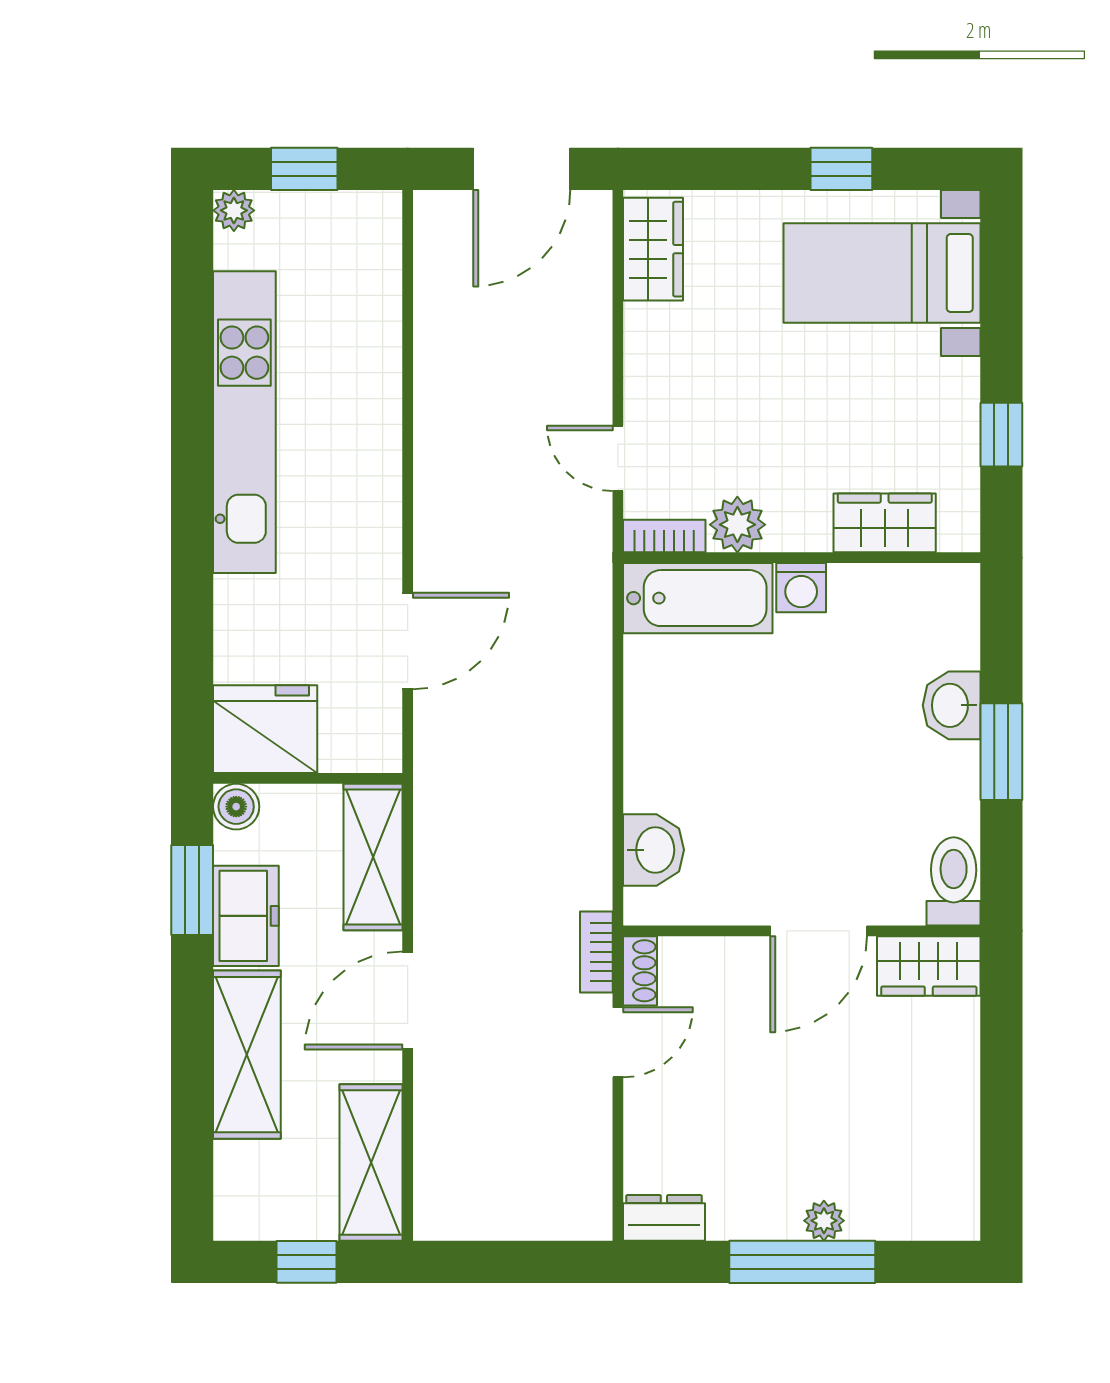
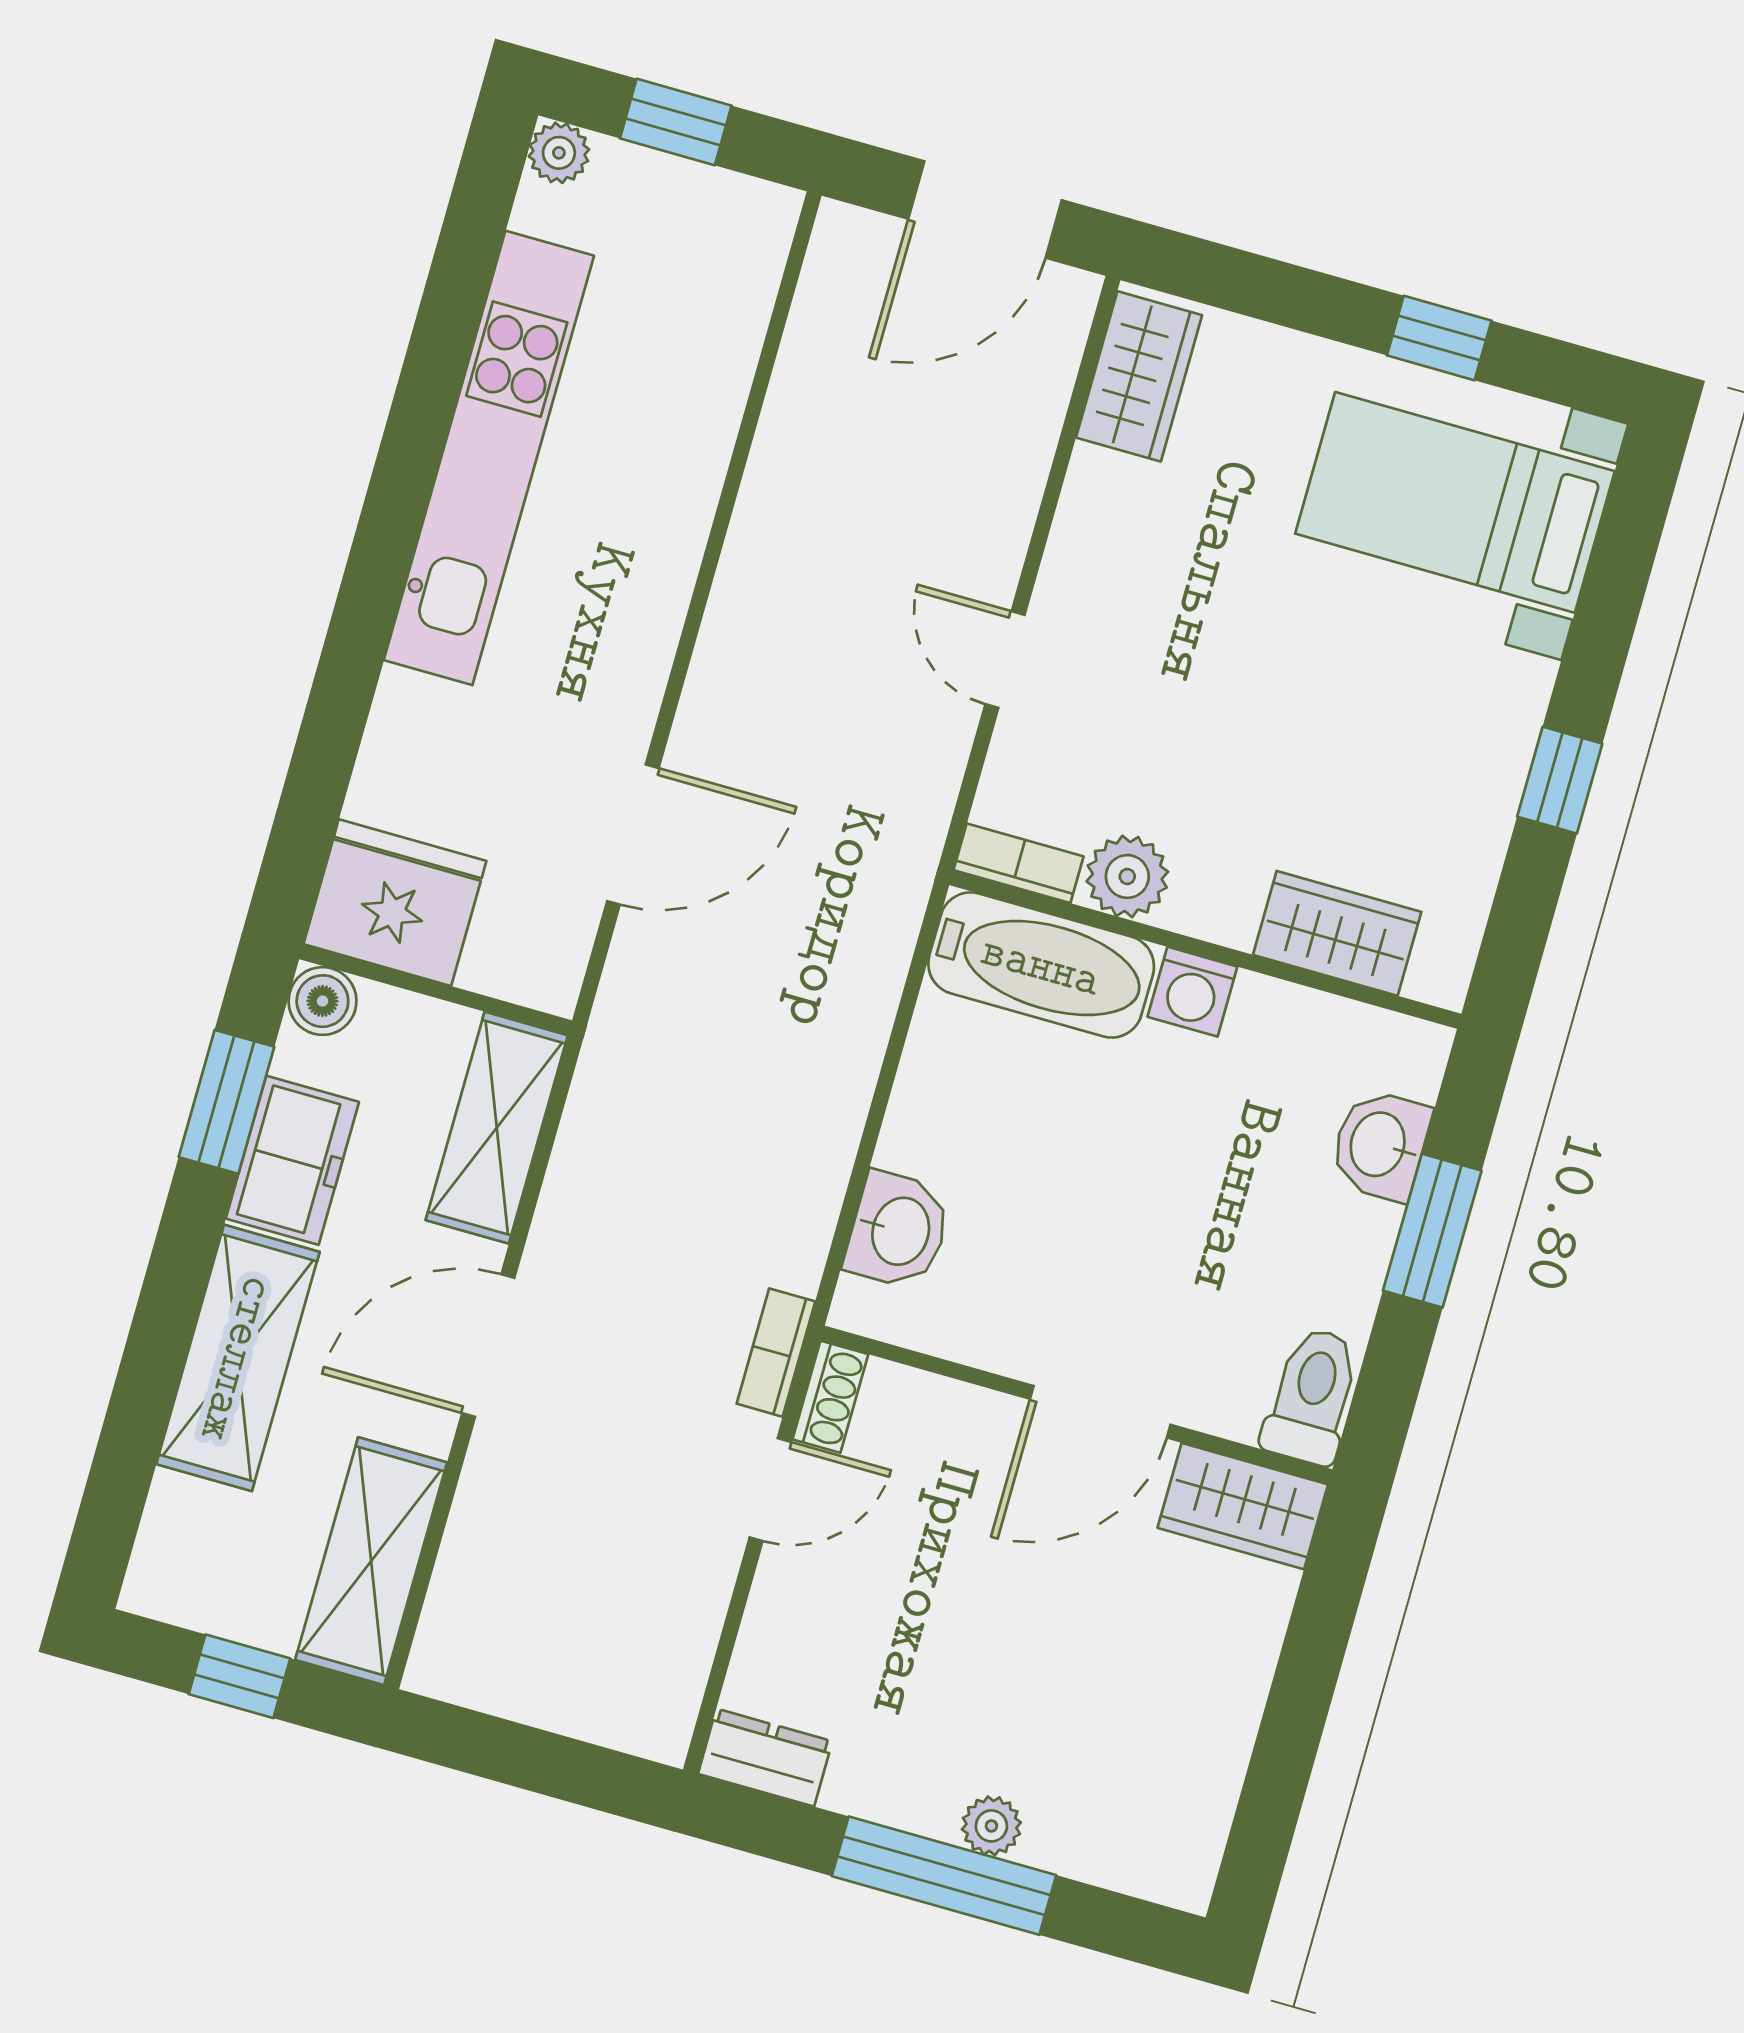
wardrobe: (885, 523) -> (1337, 933), moved
plant: (737, 525) -> (1127, 876), moved
bookcase: (664, 536) -> (1019, 863), moved
wall: (802, 558) -> (1205, 949), moved
washing machine: (801, 588) -> (1192, 992), moved
bathtub: (698, 598) -> (1041, 965), moved

